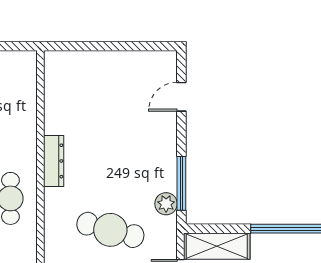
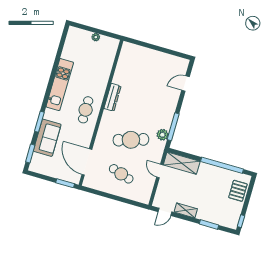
cafe table: (110, 230) -> (131, 140), turned -33

